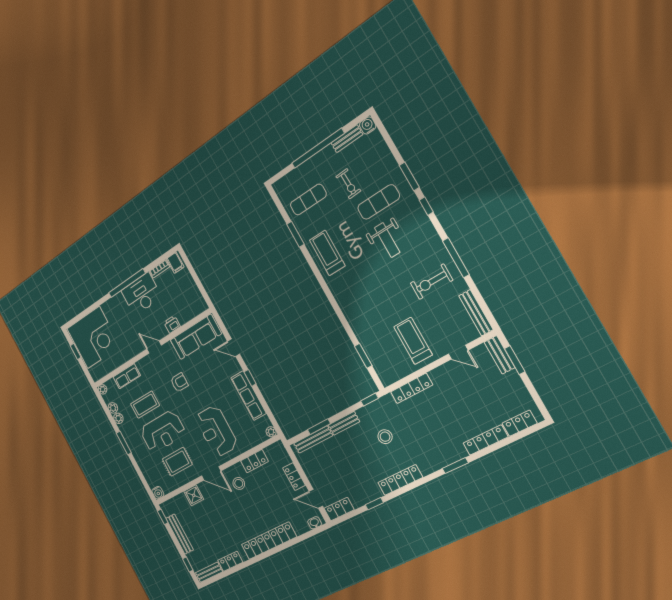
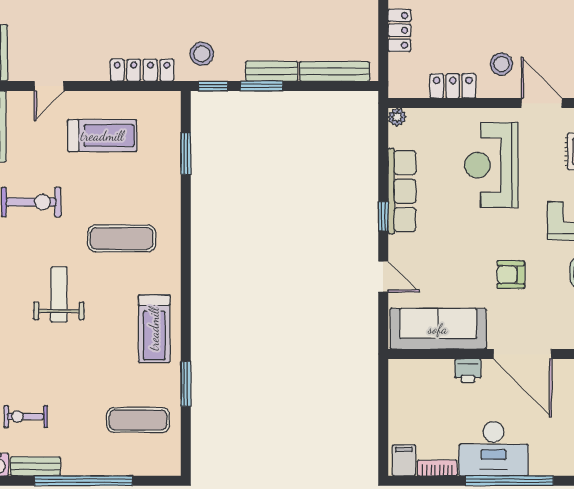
exercise bike: (348, 184) -> (26, 417), moved, turned -88
exercise mat: (379, 202) -> (122, 238), moved
treadmill: (413, 341) -> (102, 136), turned -90
door: (154, 347) -> (522, 354), width x1.87
door: (458, 352) -> (49, 86), swing flipped
window: (319, 427) -> (261, 86), moved
reception desk: (216, 431) -> (491, 165), turned 180
stool: (385, 437) -> (202, 54), moved

